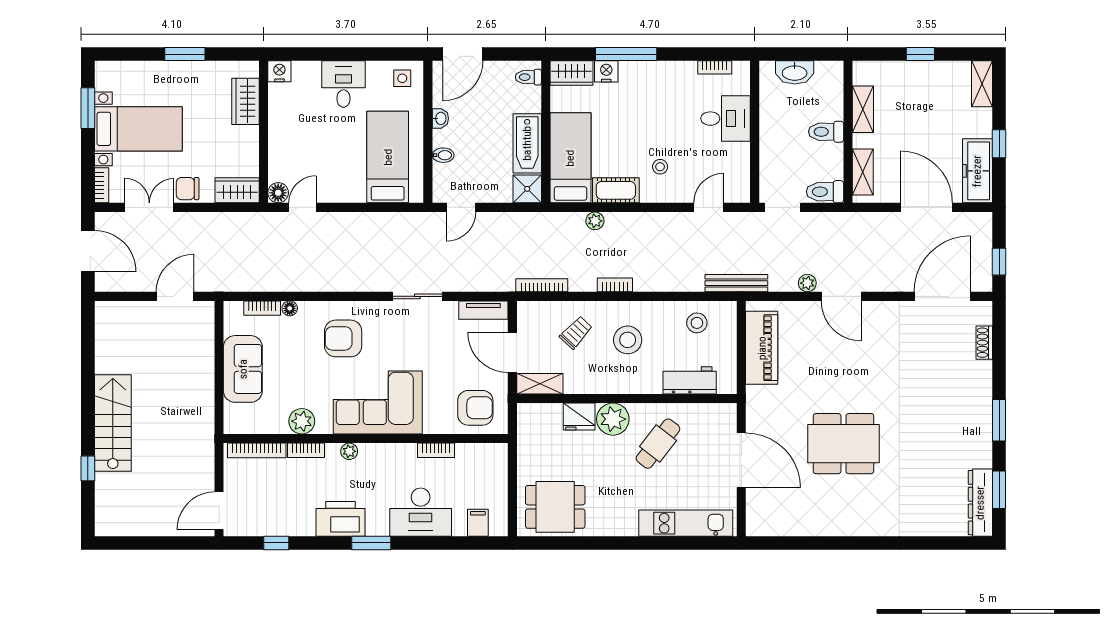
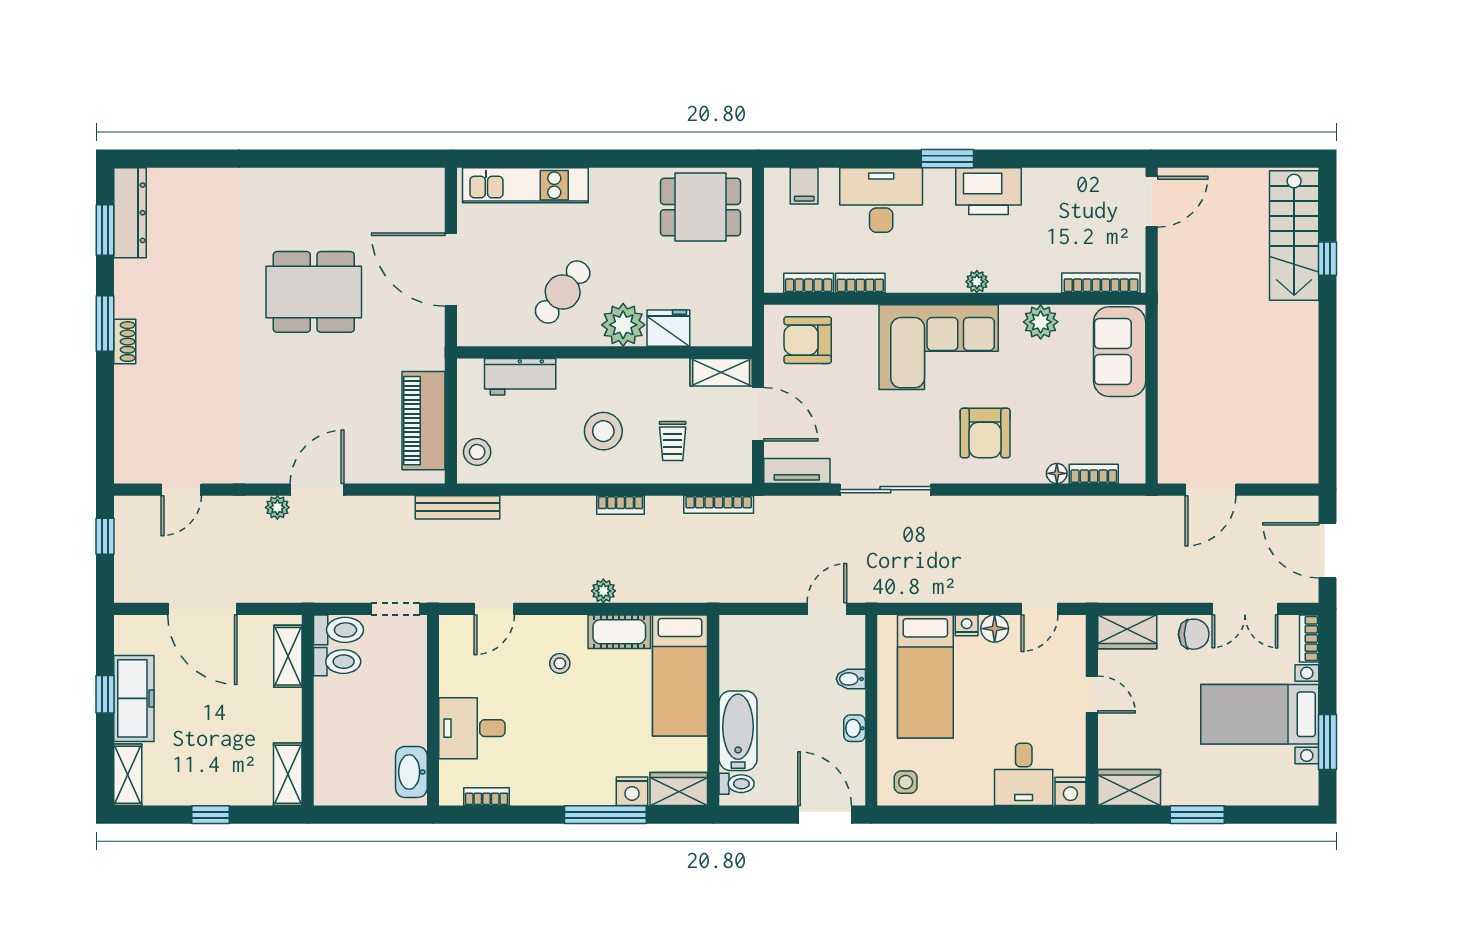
door: (463, 54) -> (825, 815), hinge flipped
washbasin: (795, 72) -> (411, 772), moved, turned -90
desk: (343, 84) -> (1024, 774), moved
wardrobe: (245, 101) -> (1129, 787), moved, turned -90
shelving: (863, 109) -> (288, 774), moved
toilet: (826, 132) -> (337, 662), moved
bathtub: (527, 143) -> (738, 731), moved
door: (263, 144) -> (1092, 695), added
freezer: (977, 171) -> (134, 698), moved
shower: (527, 189) -> (738, 634), removed
floor lamp: (278, 193) -> (995, 629), moved
nightstand: (357, 195) -> (967, 625), added
plant: (595, 221) -> (603, 591), moved
plant: (807, 283) -> (277, 507), moved
sliding door: (417, 296) -> (885, 490), width x1.37
door: (841, 296) -> (317, 490), hinge flipped
door: (942, 296) -> (181, 490), width x0.53
stool: (697, 323) -> (477, 452), moved
trolley: (576, 333) -> (673, 441), turned -43
armchair: (343, 338) -> (985, 433), turned 90
shoe rack: (984, 343) -> (125, 342), moved
sofa: (243, 369) -> (1120, 352), moved
stairs: (113, 423) -> (1294, 236), moved
bookcase: (306, 450) -> (809, 283), moved
window: (276, 543) -> (1075, 159), removed

